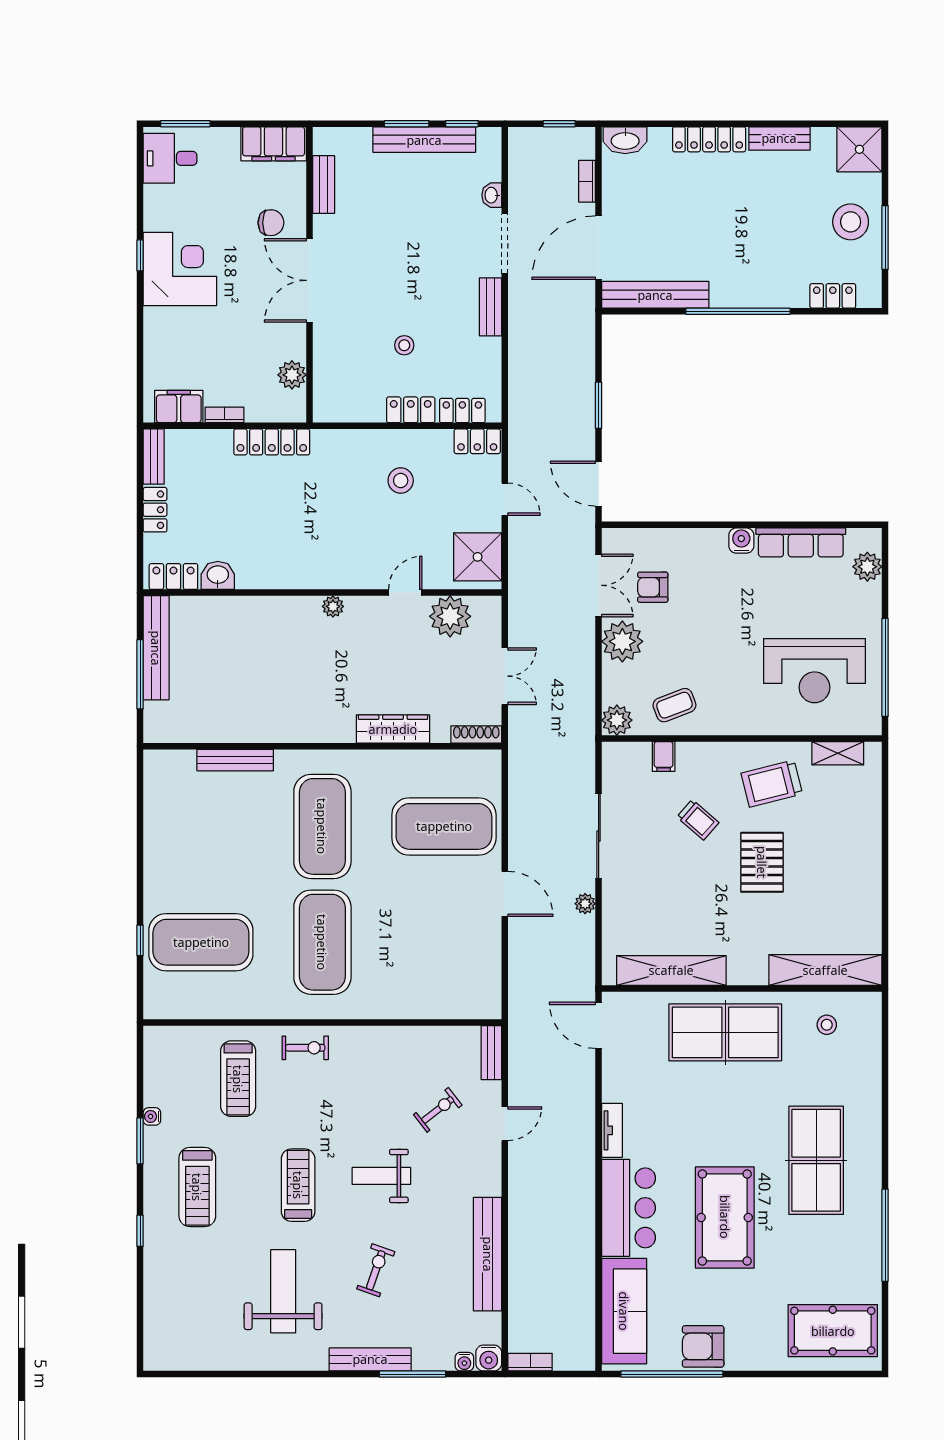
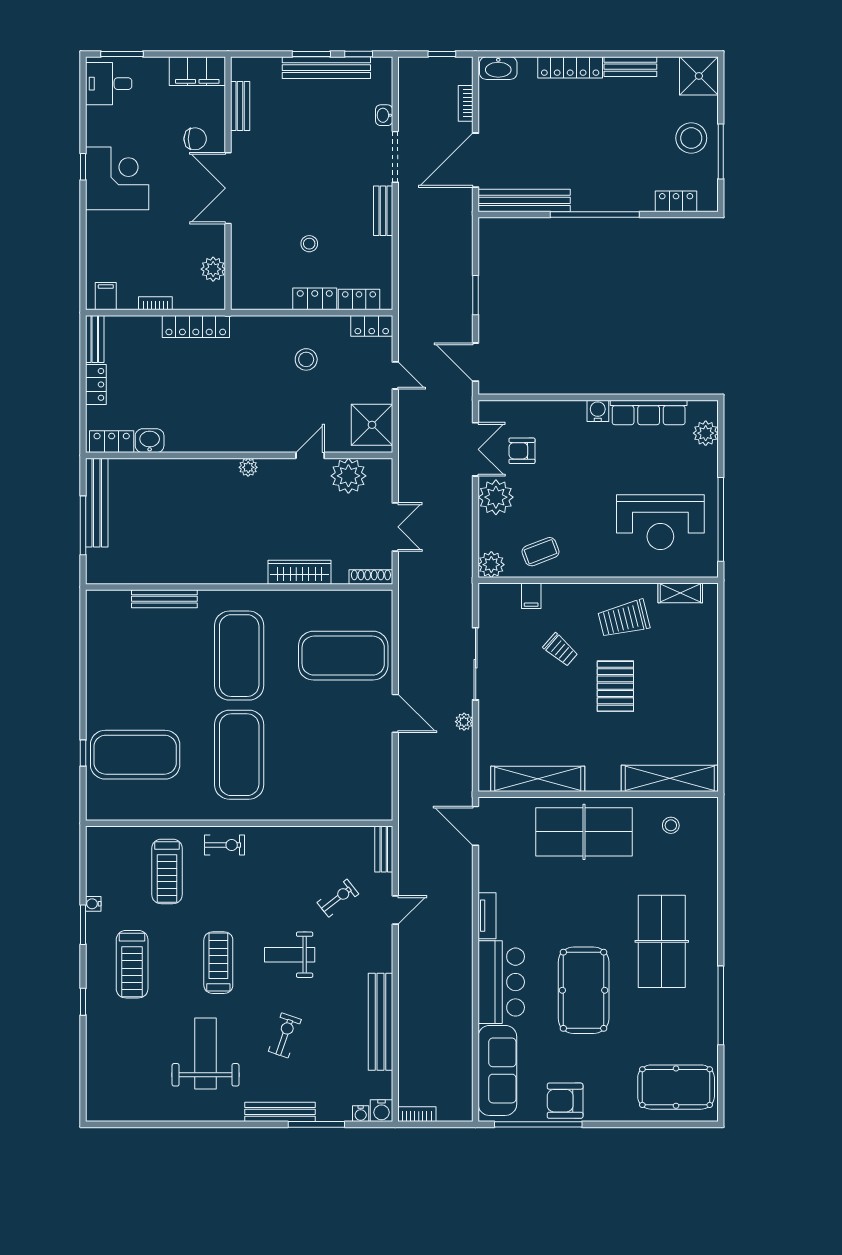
filing cabinet: (179, 407) -> (106, 296), width x0.50

